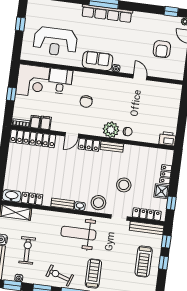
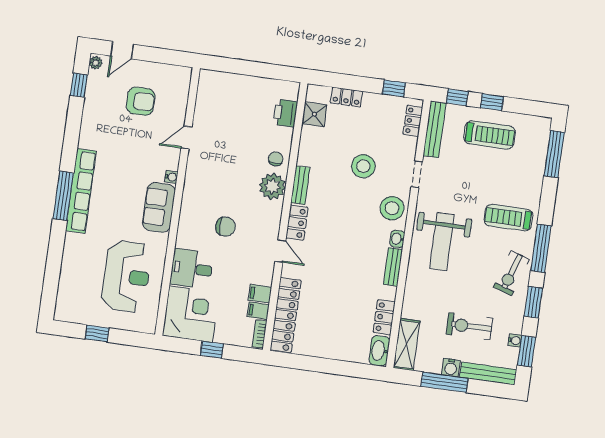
printer: (167, 139) -> (285, 113), moved
shower: (162, 191) -> (314, 114), moved
locker: (147, 214) -> (413, 121), width x0.66

